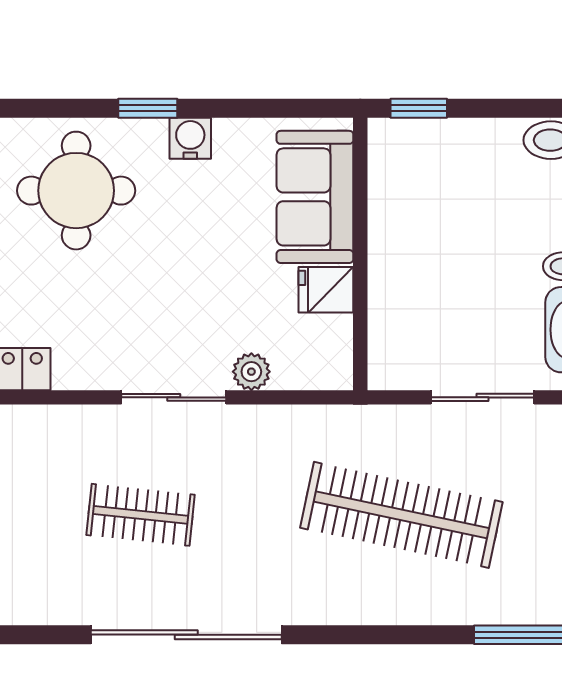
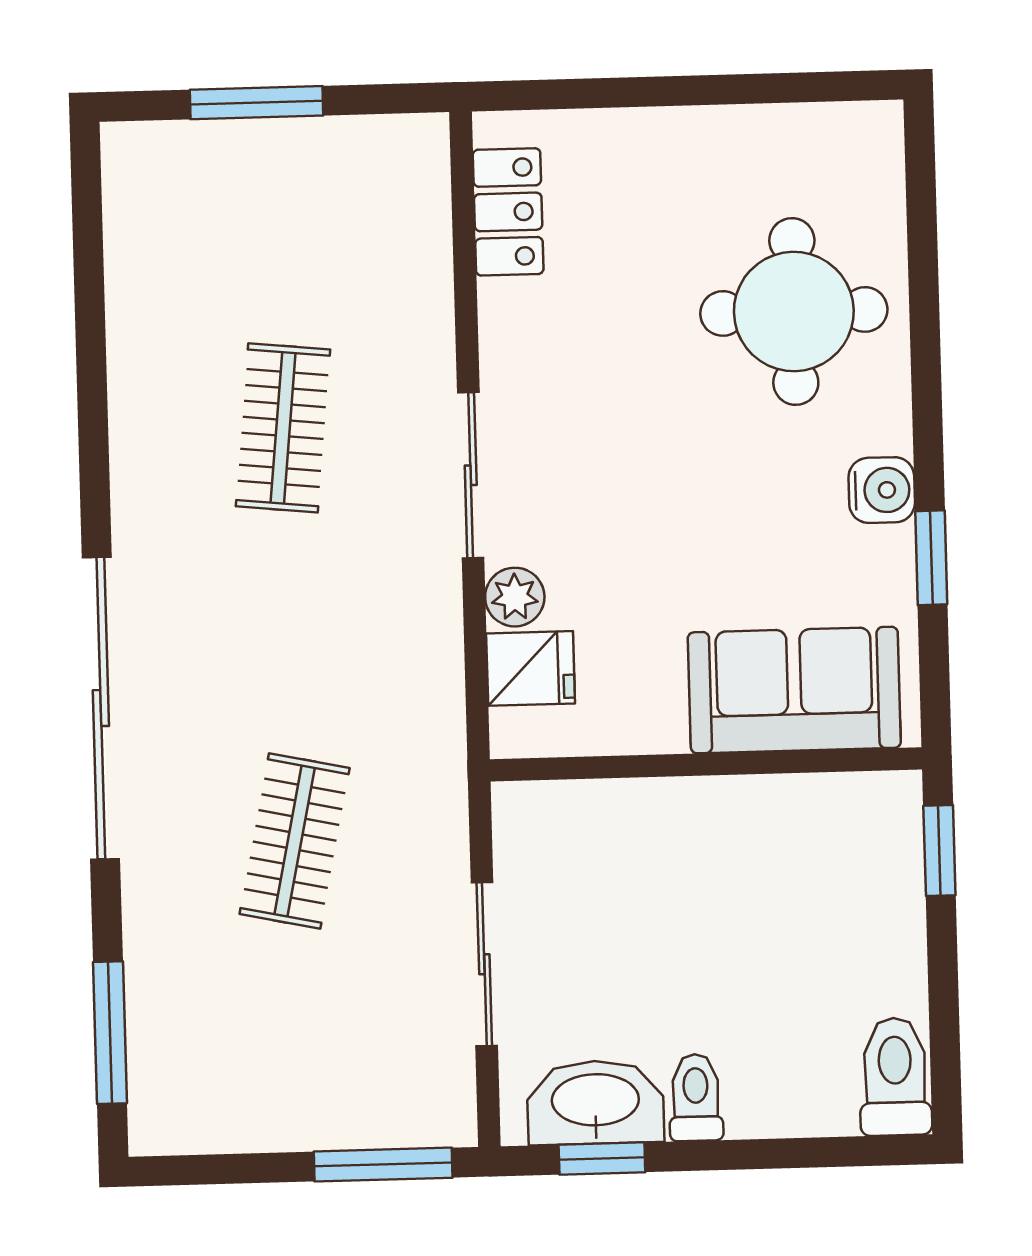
window: (148, 108) -> (931, 558), moved
fridge: (326, 290) -> (531, 668), moved, turned 90
clothes rail: (401, 515) -> (295, 841), width x0.54, depth x0.76
sliding door: (186, 635) -> (101, 708), moved

